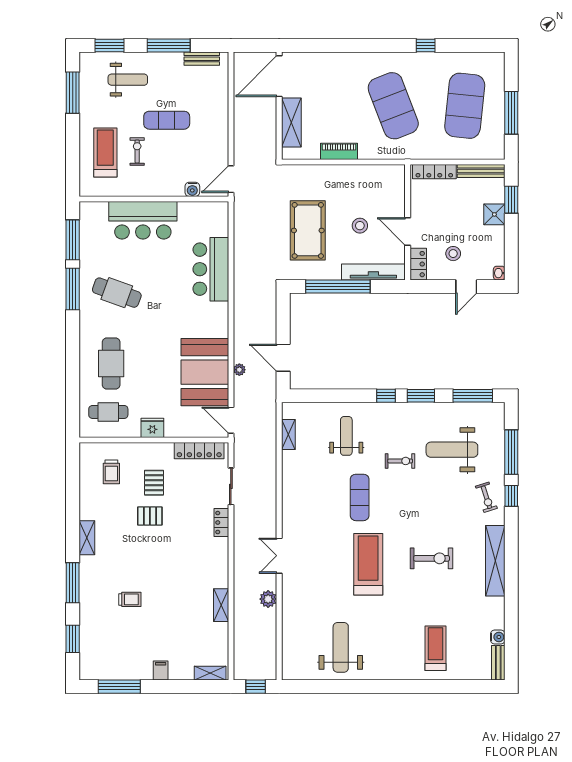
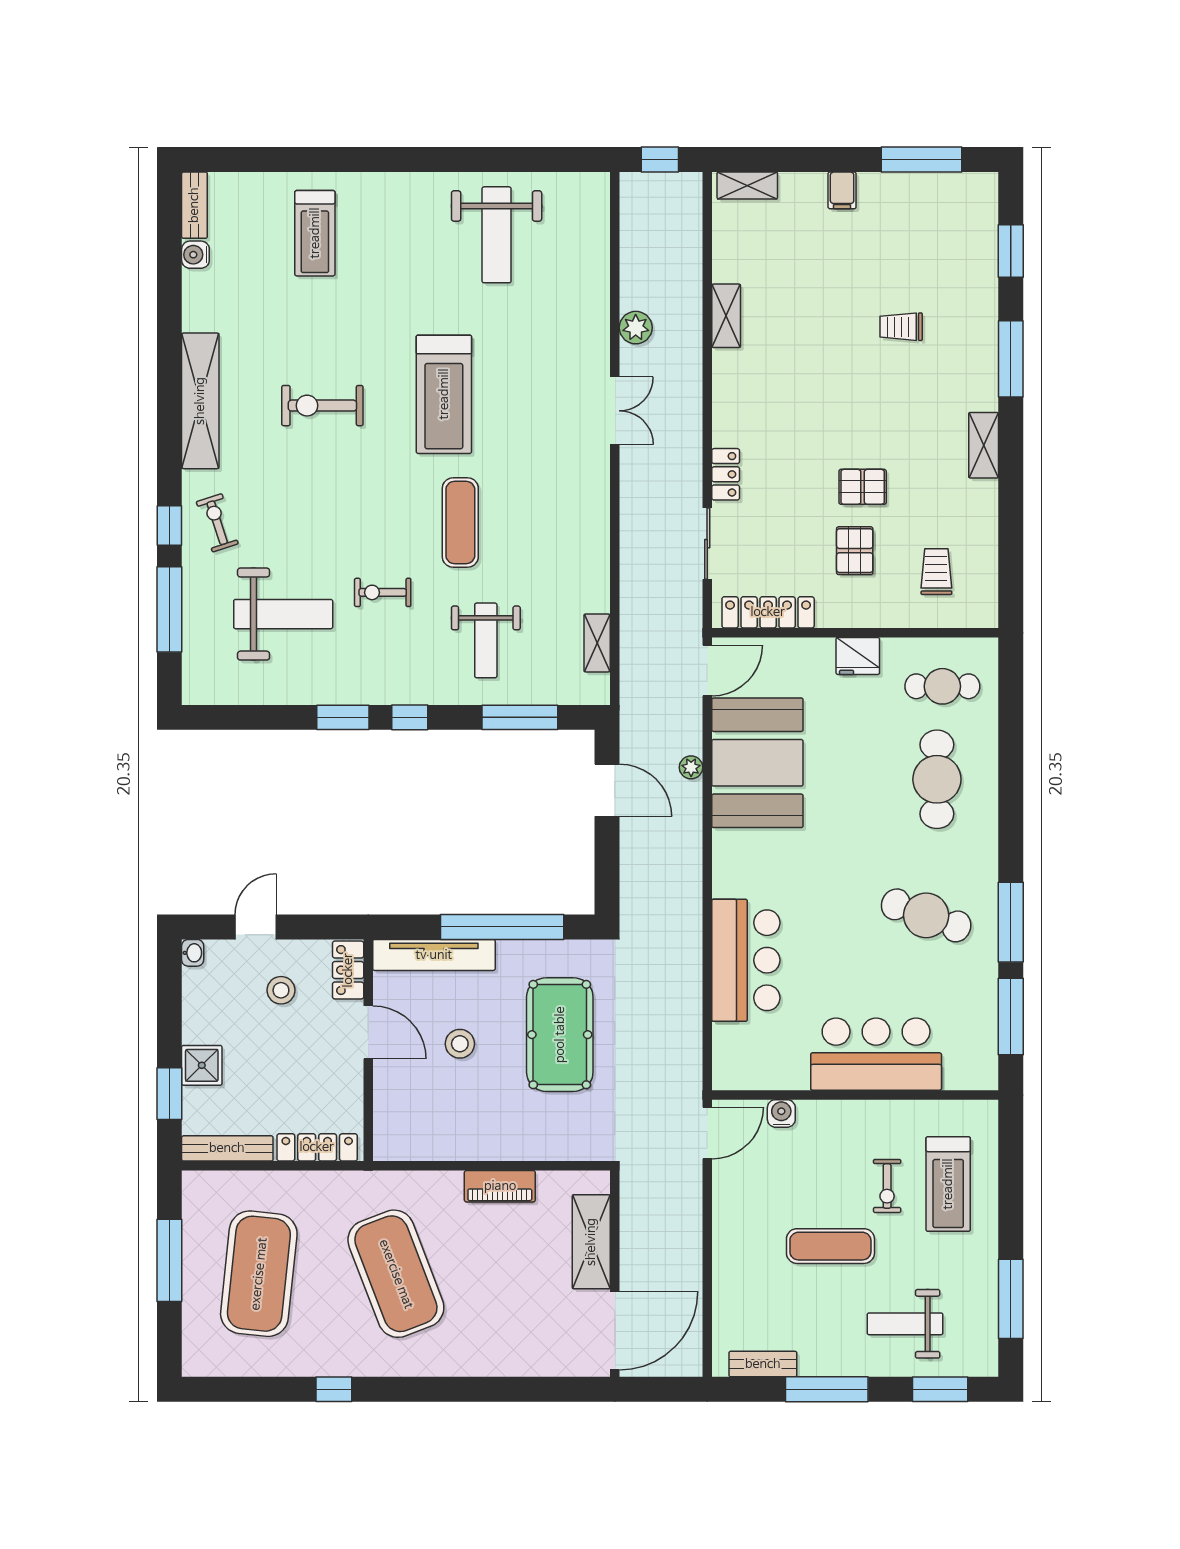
window: (473, 396) -> (520, 717), moved
door: (231, 420) -> (707, 671), hinge flipped

